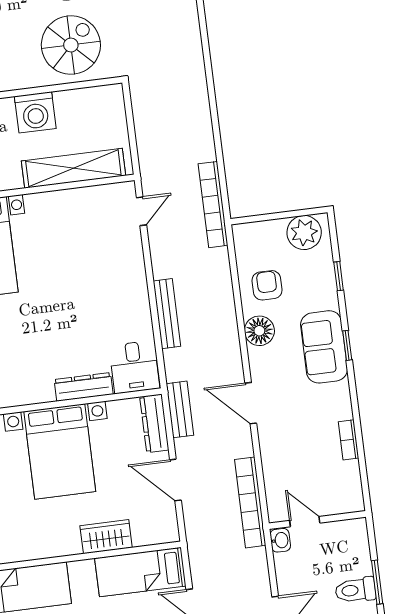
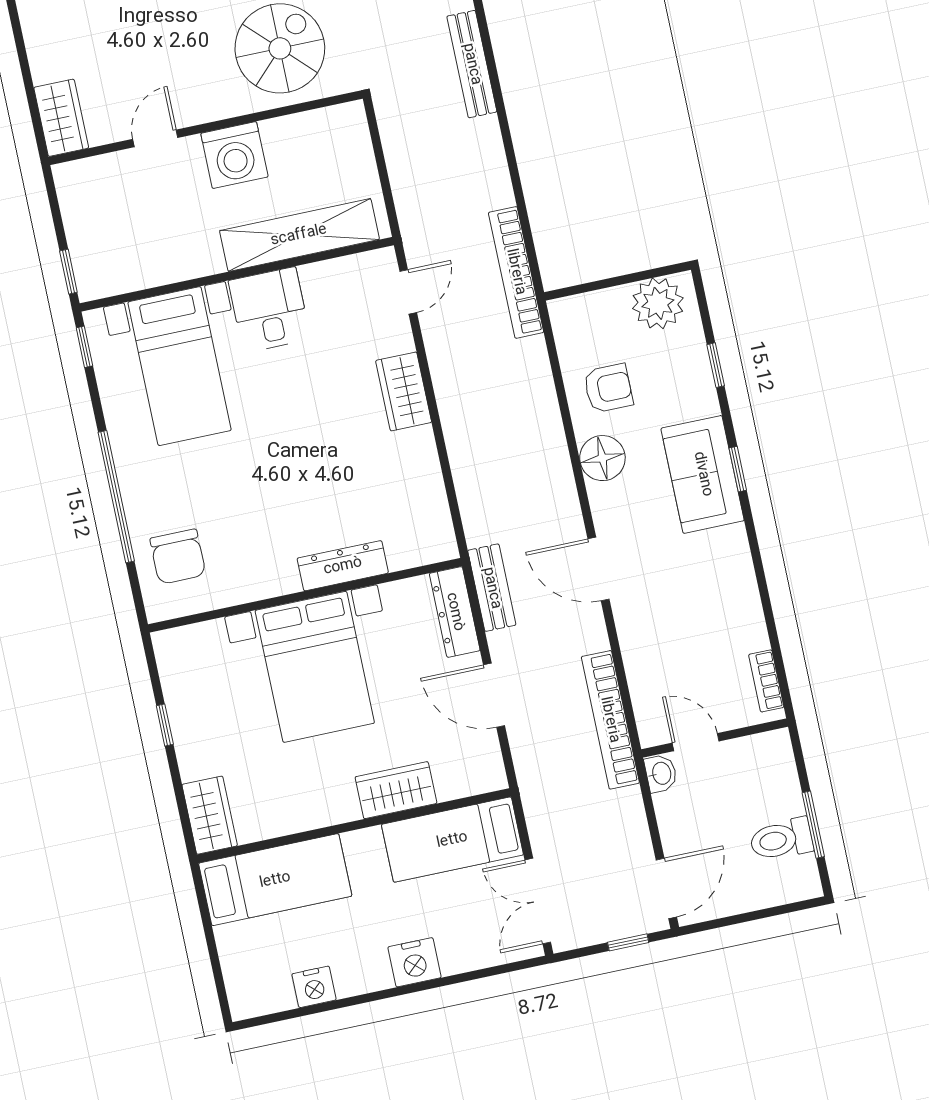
wardrobe: (133, 276) -> (404, 391), added
armchair: (267, 285) -> (608, 388), turned 90
bench: (167, 314) -> (472, 64), moved
desk: (134, 367) -> (269, 310), moved, turned 180
bookcase: (349, 440) -> (766, 681), moved

